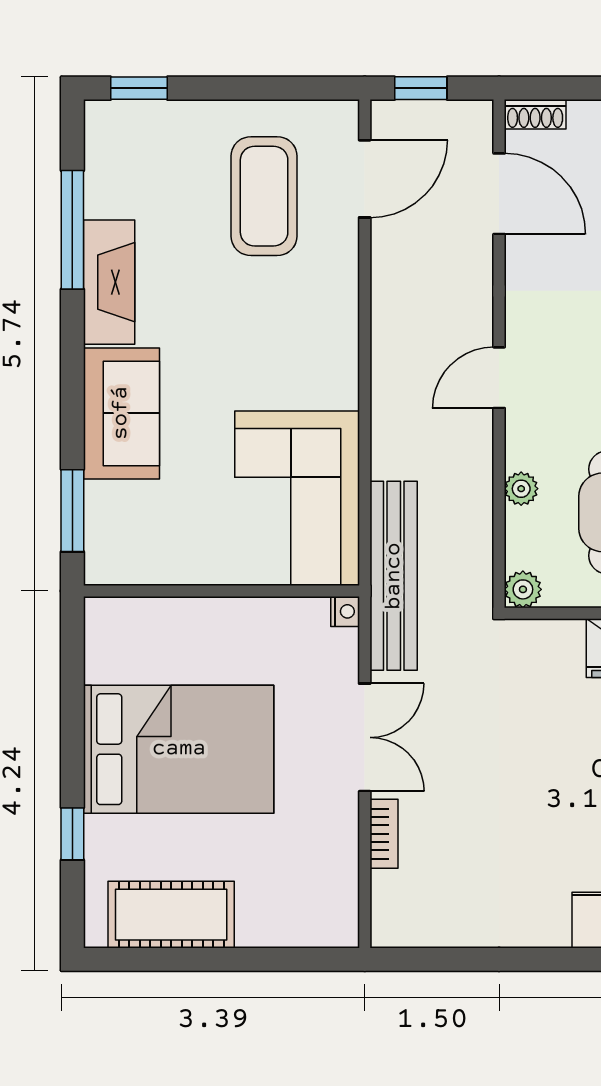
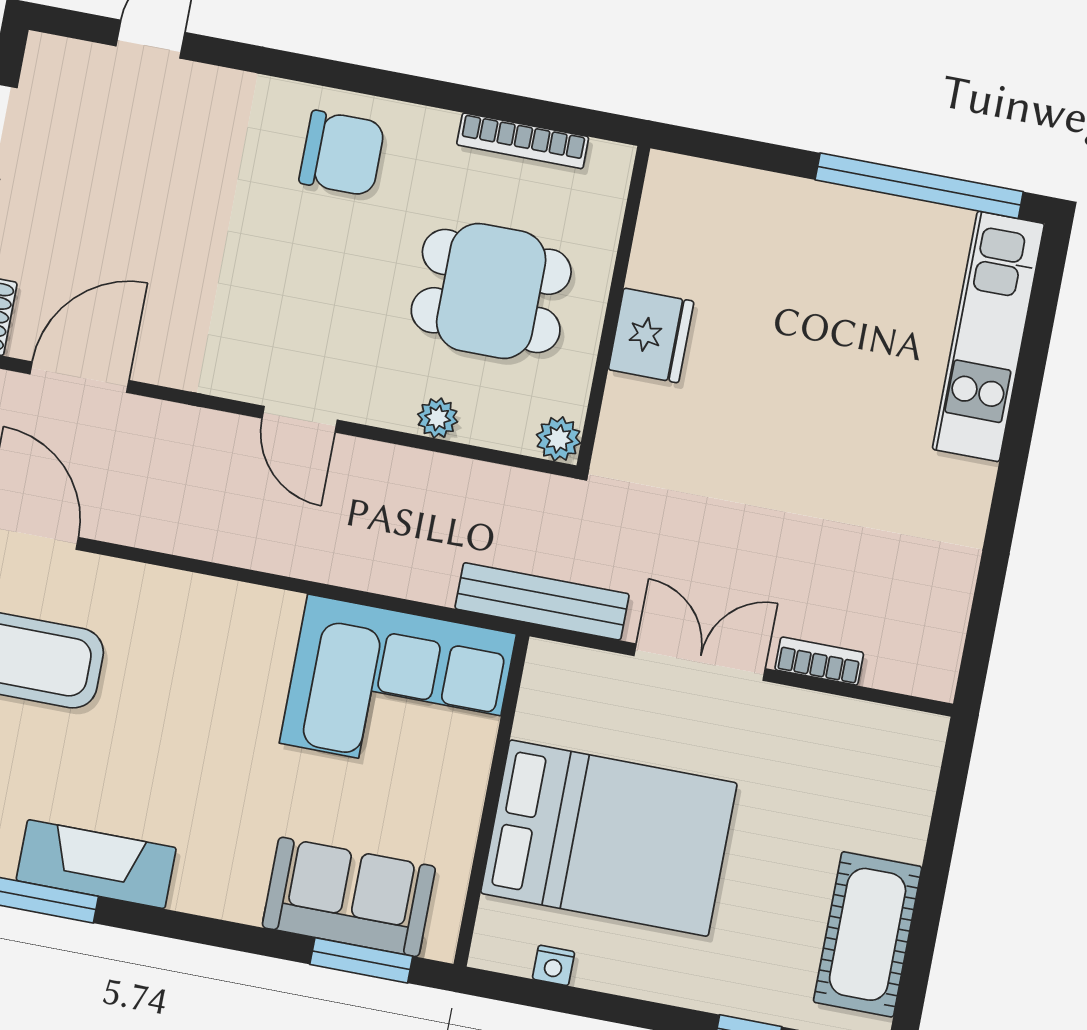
sofa: (121, 413) -> (349, 897), moved
bench: (394, 576) -> (542, 601), width x0.73, depth x0.82
nightstand: (345, 611) -> (554, 965), moved, turned 180
bed: (179, 749) -> (609, 838), moved, turned 90

